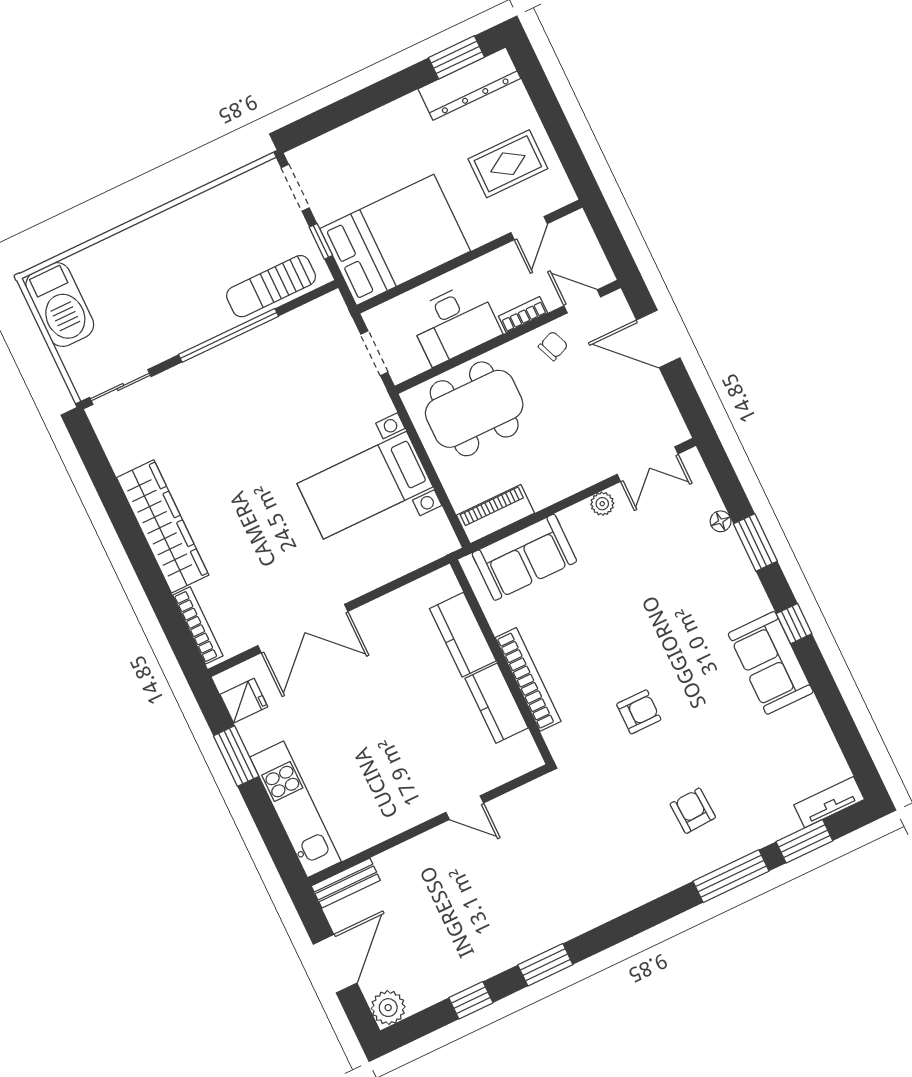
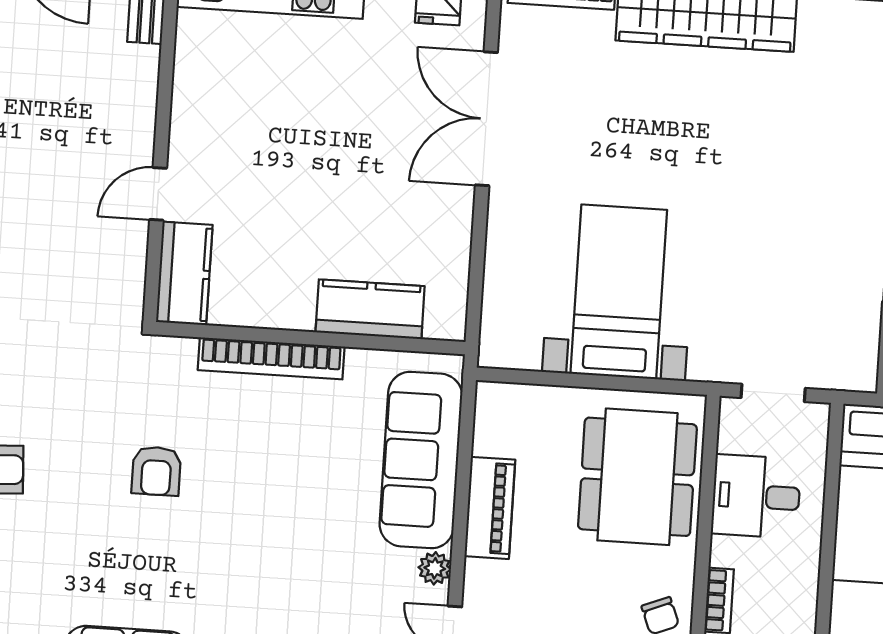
desk: (455, 323) -> (756, 496), width x0.73
piano: (495, 514) -> (490, 508), moved
sofa: (524, 557) -> (421, 460), width x1.36
kitchen counter: (497, 703) -> (184, 273), moved, turned 90

